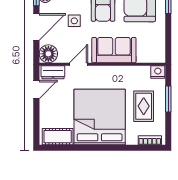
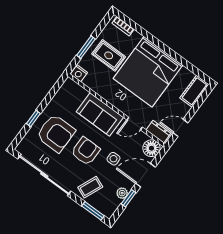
rug: (144, 106) -> (109, 55), turned 90
cot: (58, 137) -> (194, 91), moved, turned 90

